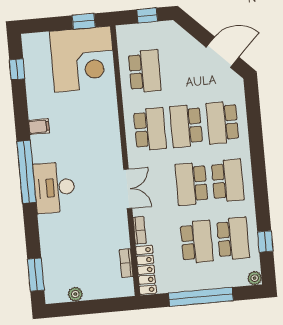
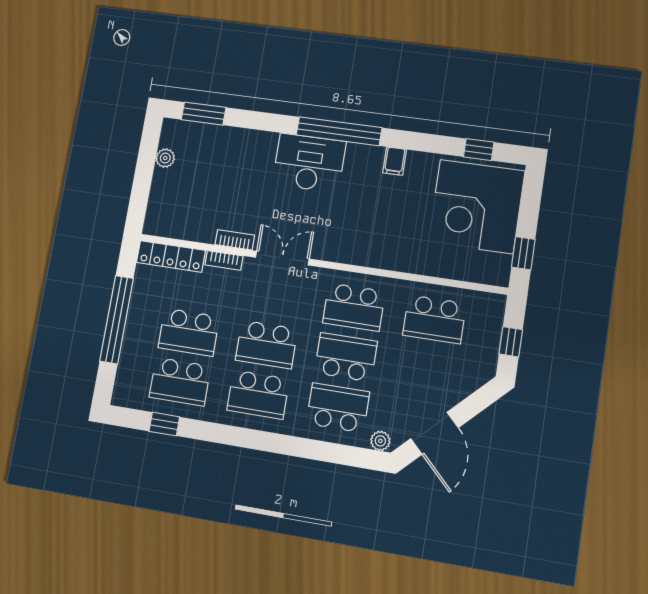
corner desk: (83, 59) -> (476, 206), moved
school desk: (191, 184) -> (267, 345), turned 180
double door: (128, 189) -> (282, 258), swing flipped
bookcase: (126, 263) -> (235, 240), moved
plant: (255, 278) -> (380, 441), moved

